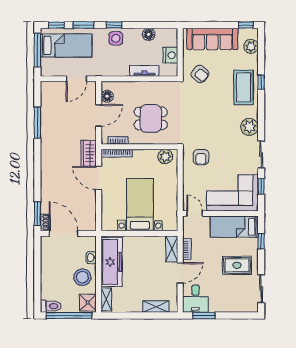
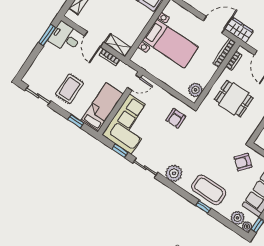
plant: (253, 33) -> (247, 227), added
dining table: (151, 118) -> (234, 99), turned 90
armchair: (201, 157) -> (176, 118), turned -90

